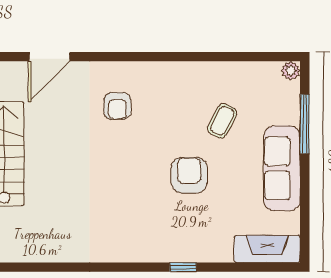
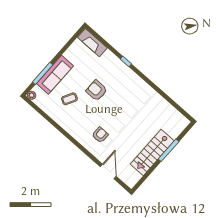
door: (49, 57) -> (108, 172), hinge flipped
sofa: (282, 168) -> (55, 75), moved
armchair: (189, 175) -> (97, 90), turned 90

